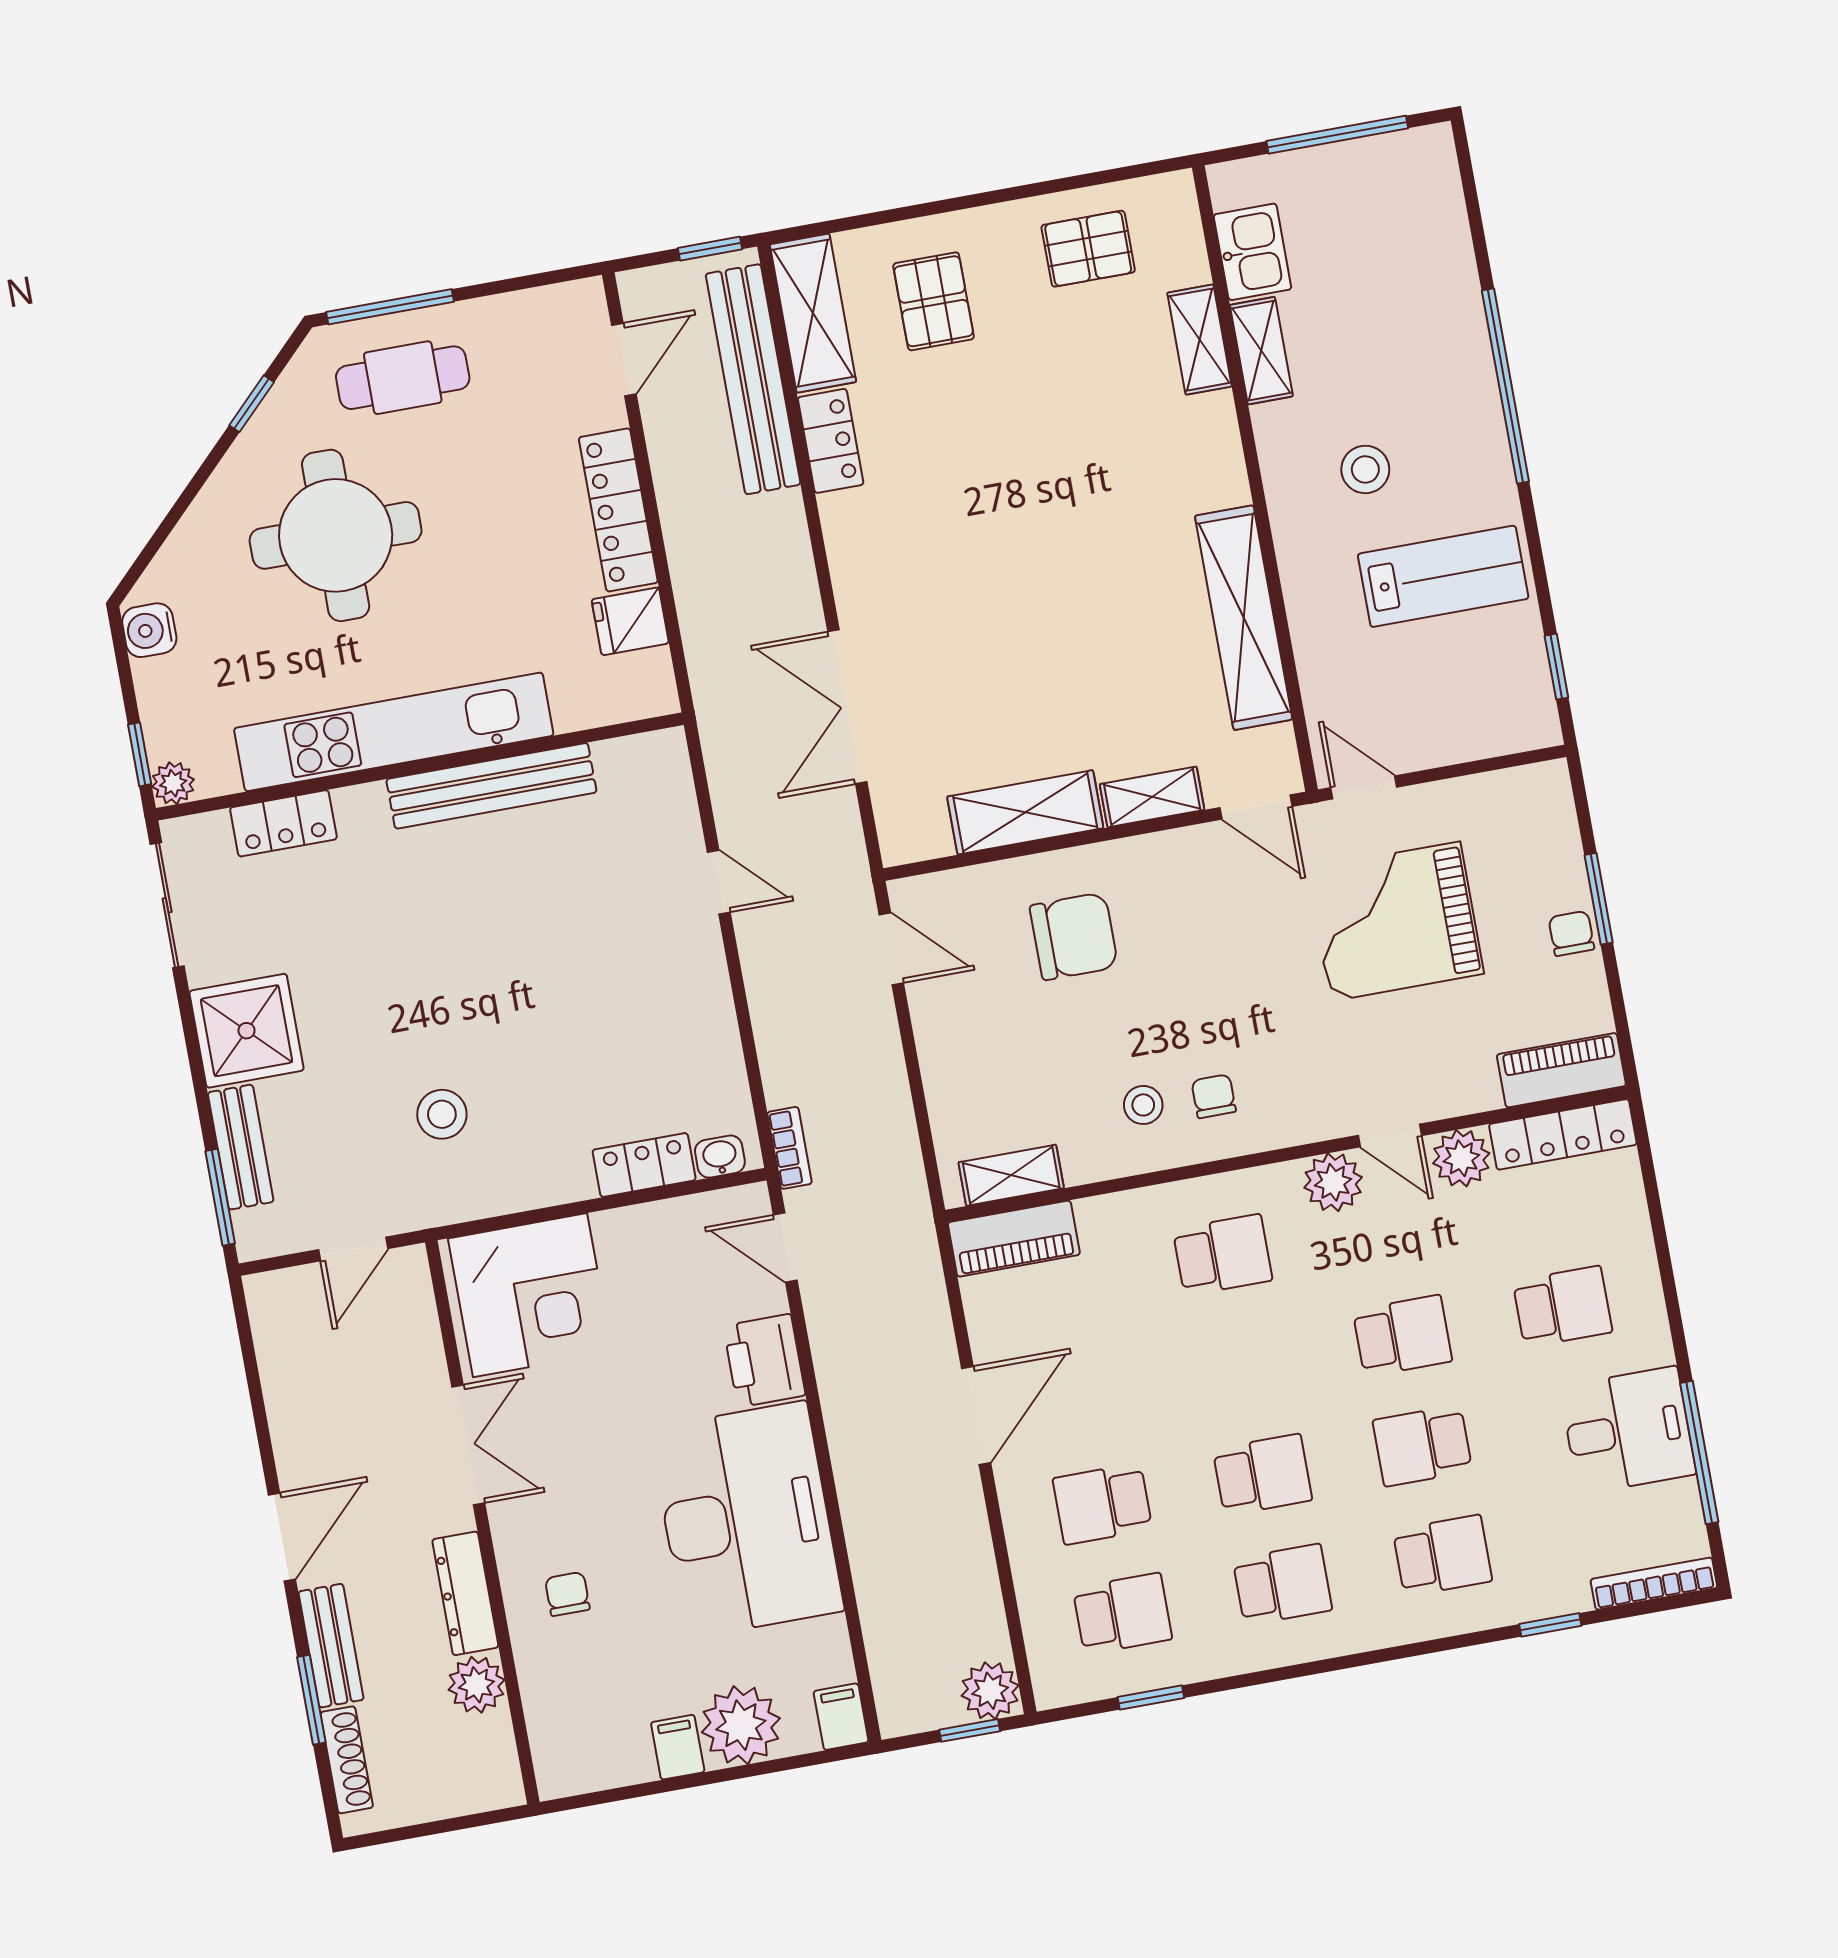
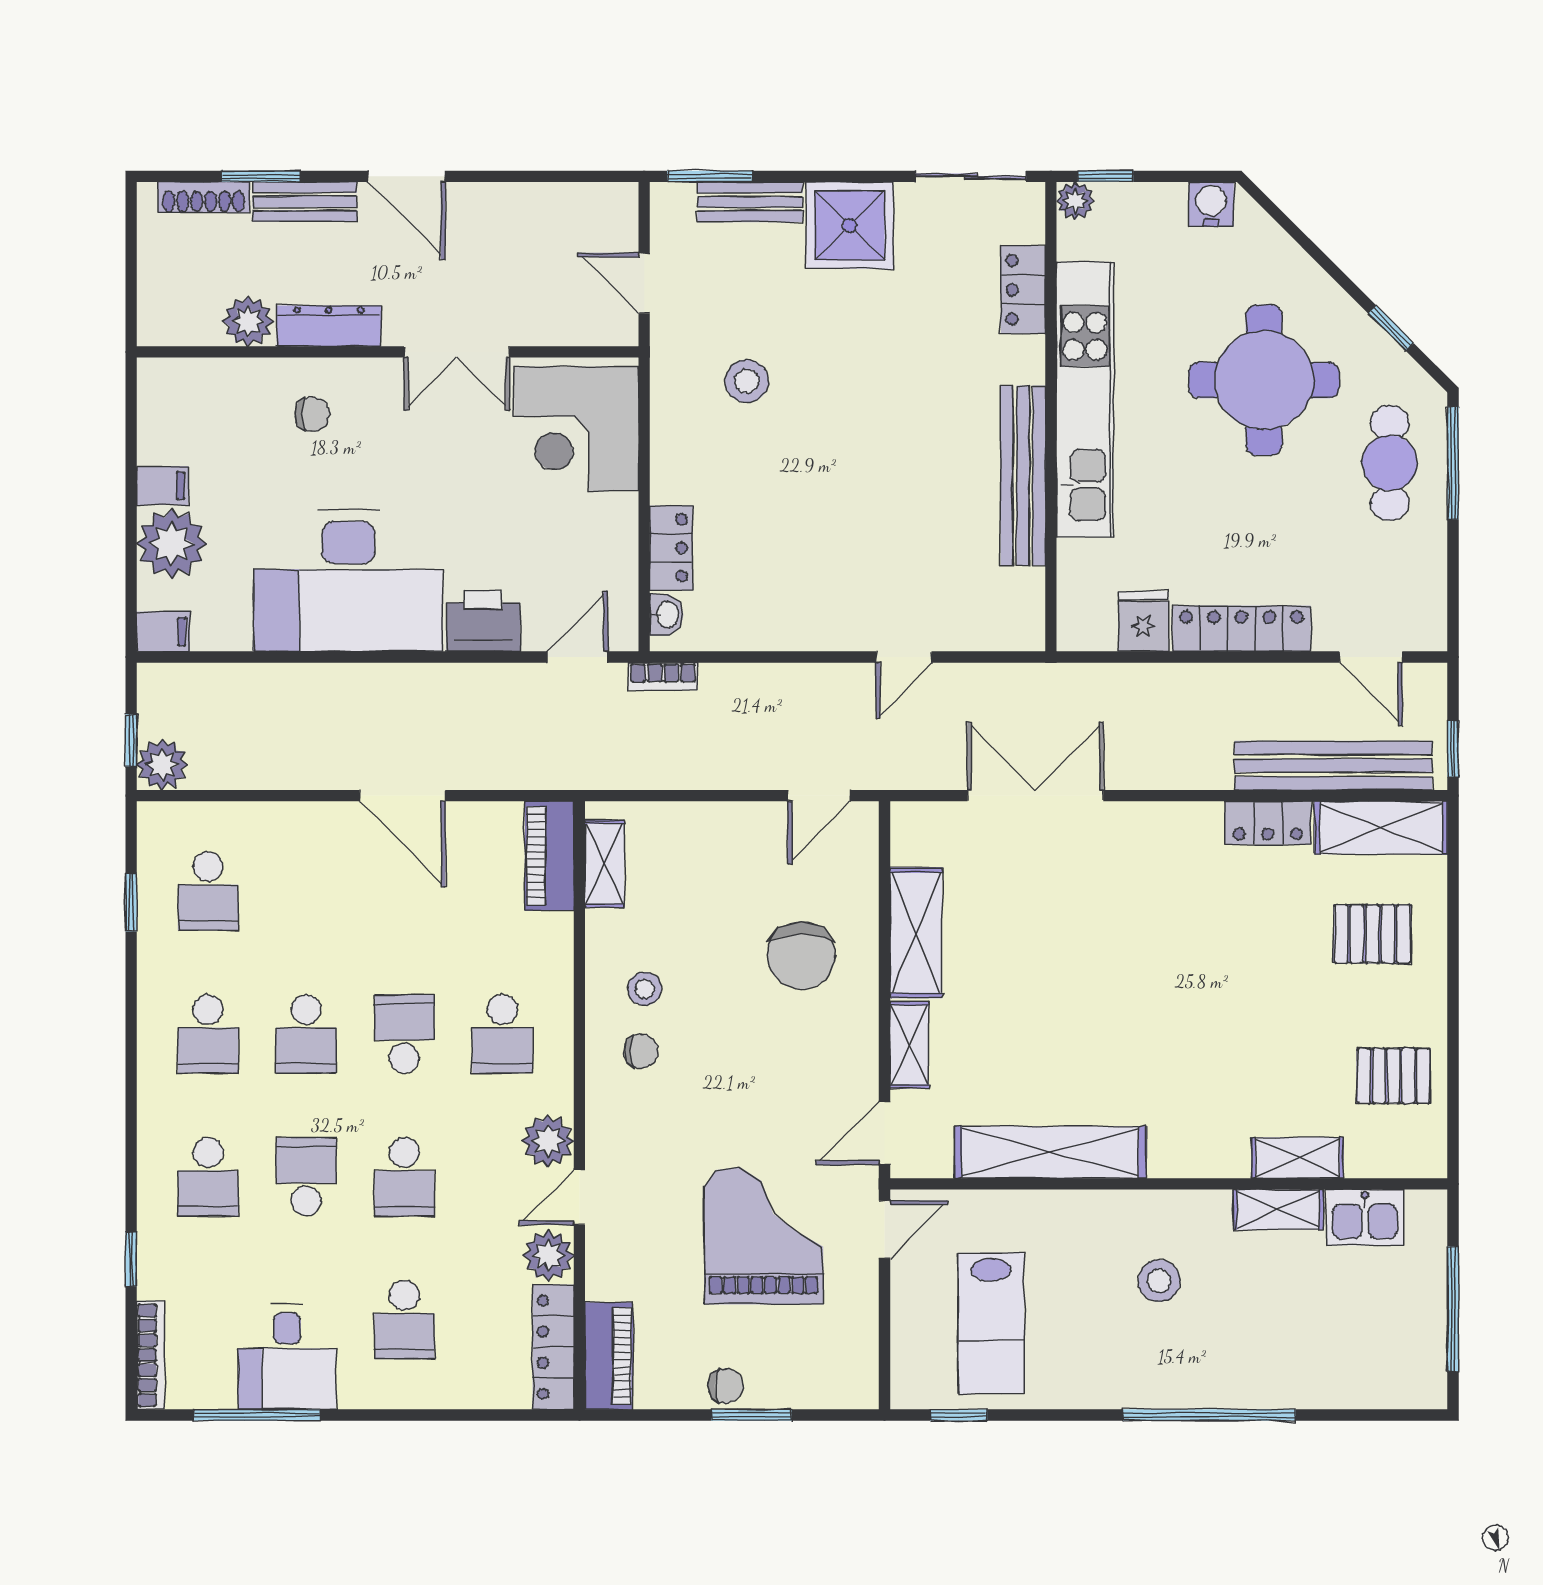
pallet: (1088, 249) -> (1394, 1076), turned 90
lab bench: (1443, 576) -> (991, 1323), moved
school desk: (1102, 1504) -> (404, 1034), moved

